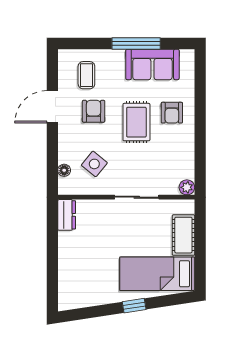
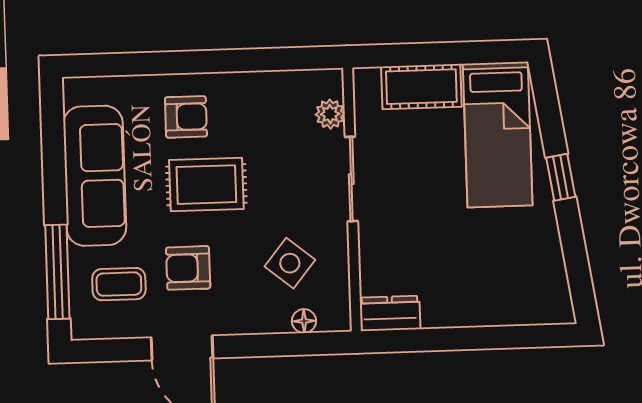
window: (136, 44) -> (57, 272), moved
sofa: (152, 64) -> (95, 176), width x1.36
plant: (187, 187) -> (330, 114), moved

